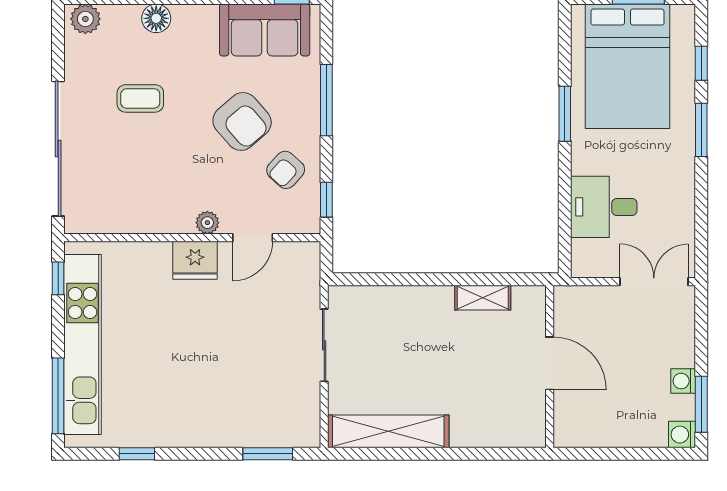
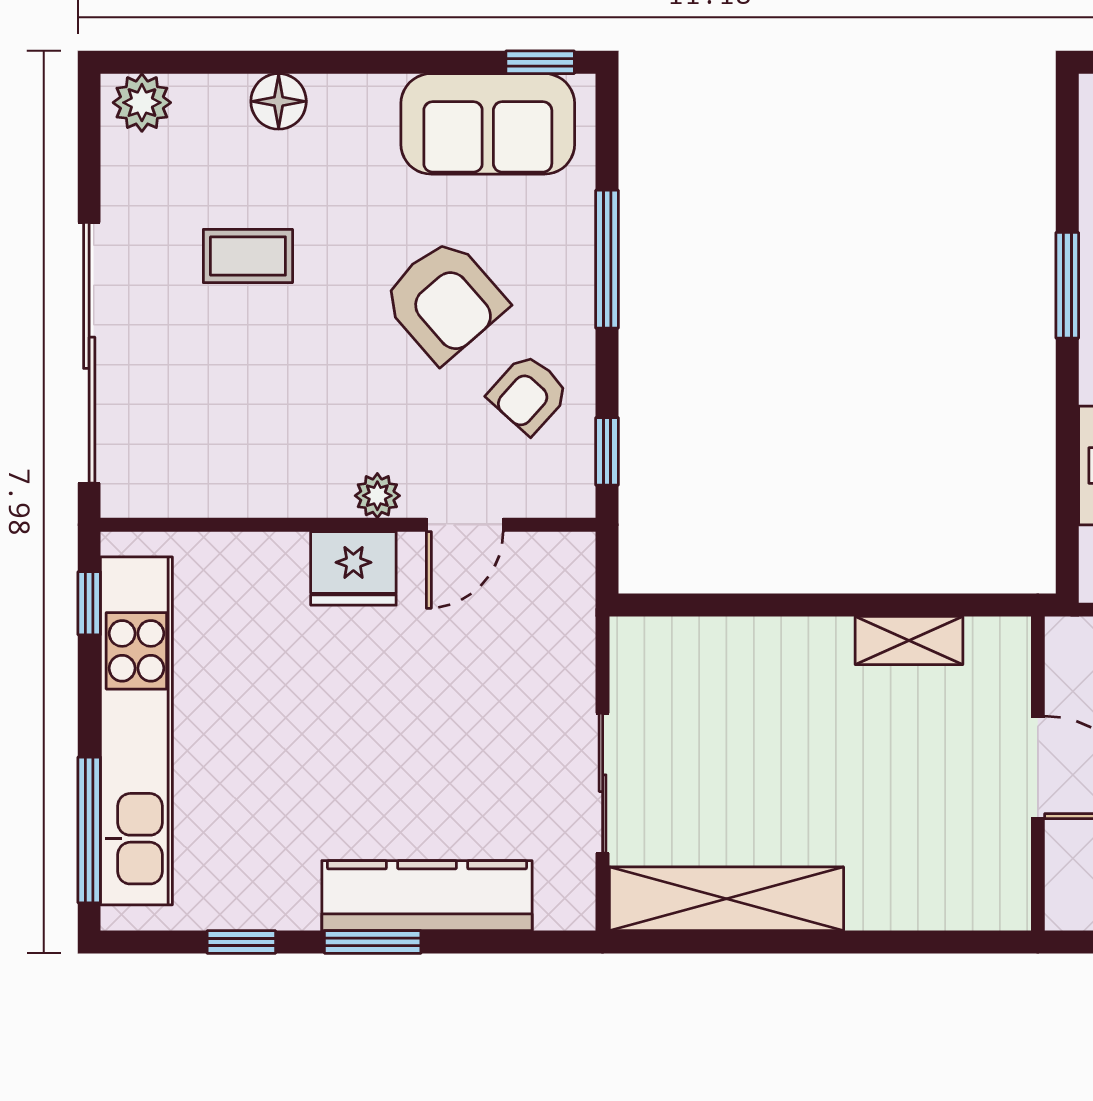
sliding door: (324, 345) -> (603, 783), moved
kitchen counter: (233, 430) -> (427, 896), added
window: (268, 454) -> (373, 942), moved

